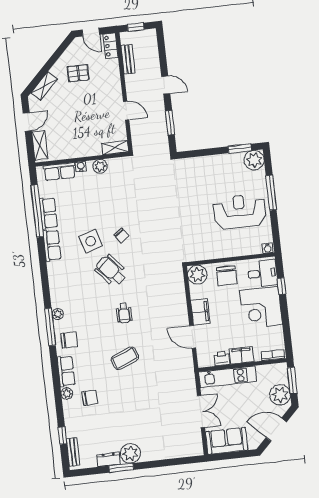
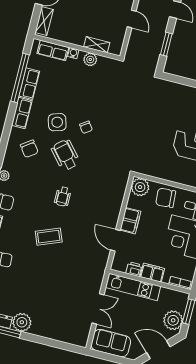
shelving: (115, 148) -> (97, 45), moved
chair: (227, 276) -> (166, 198), turned 86
chair: (73, 278) -> (29, 149), added

